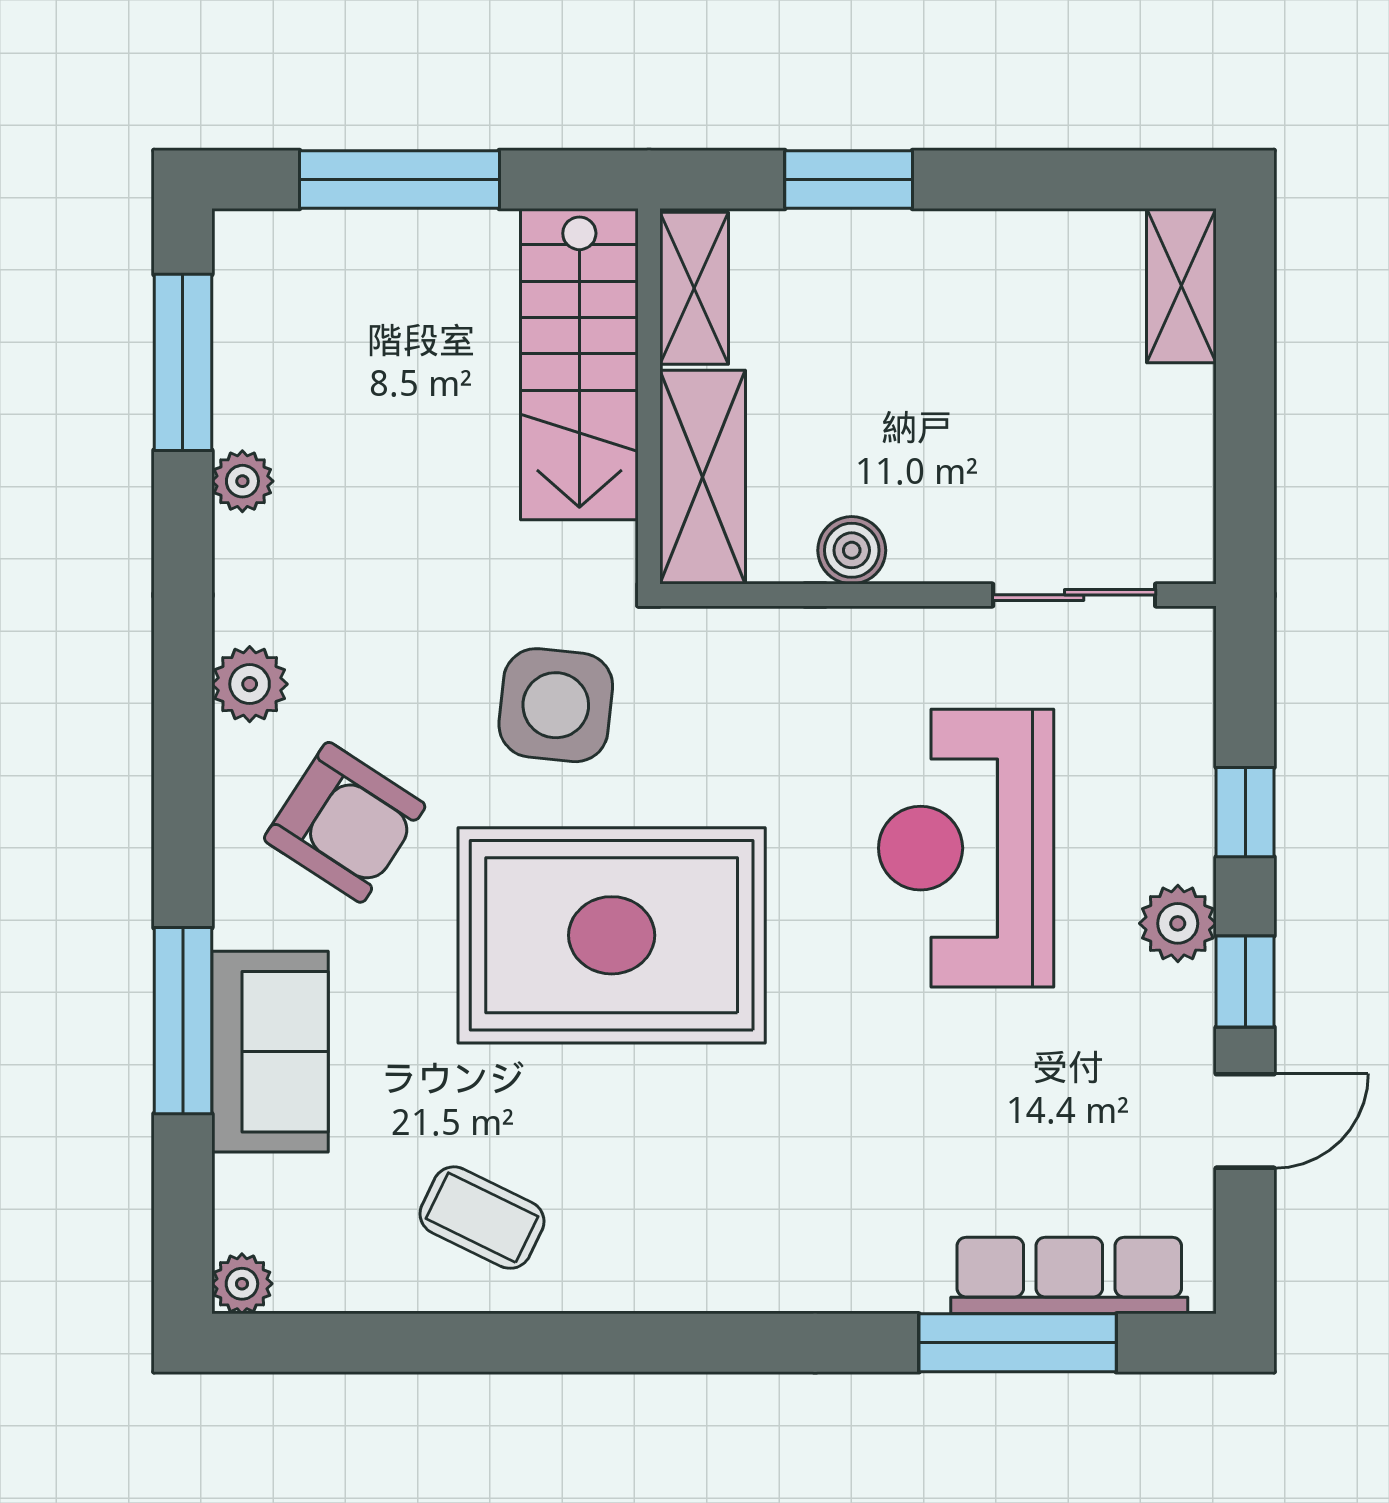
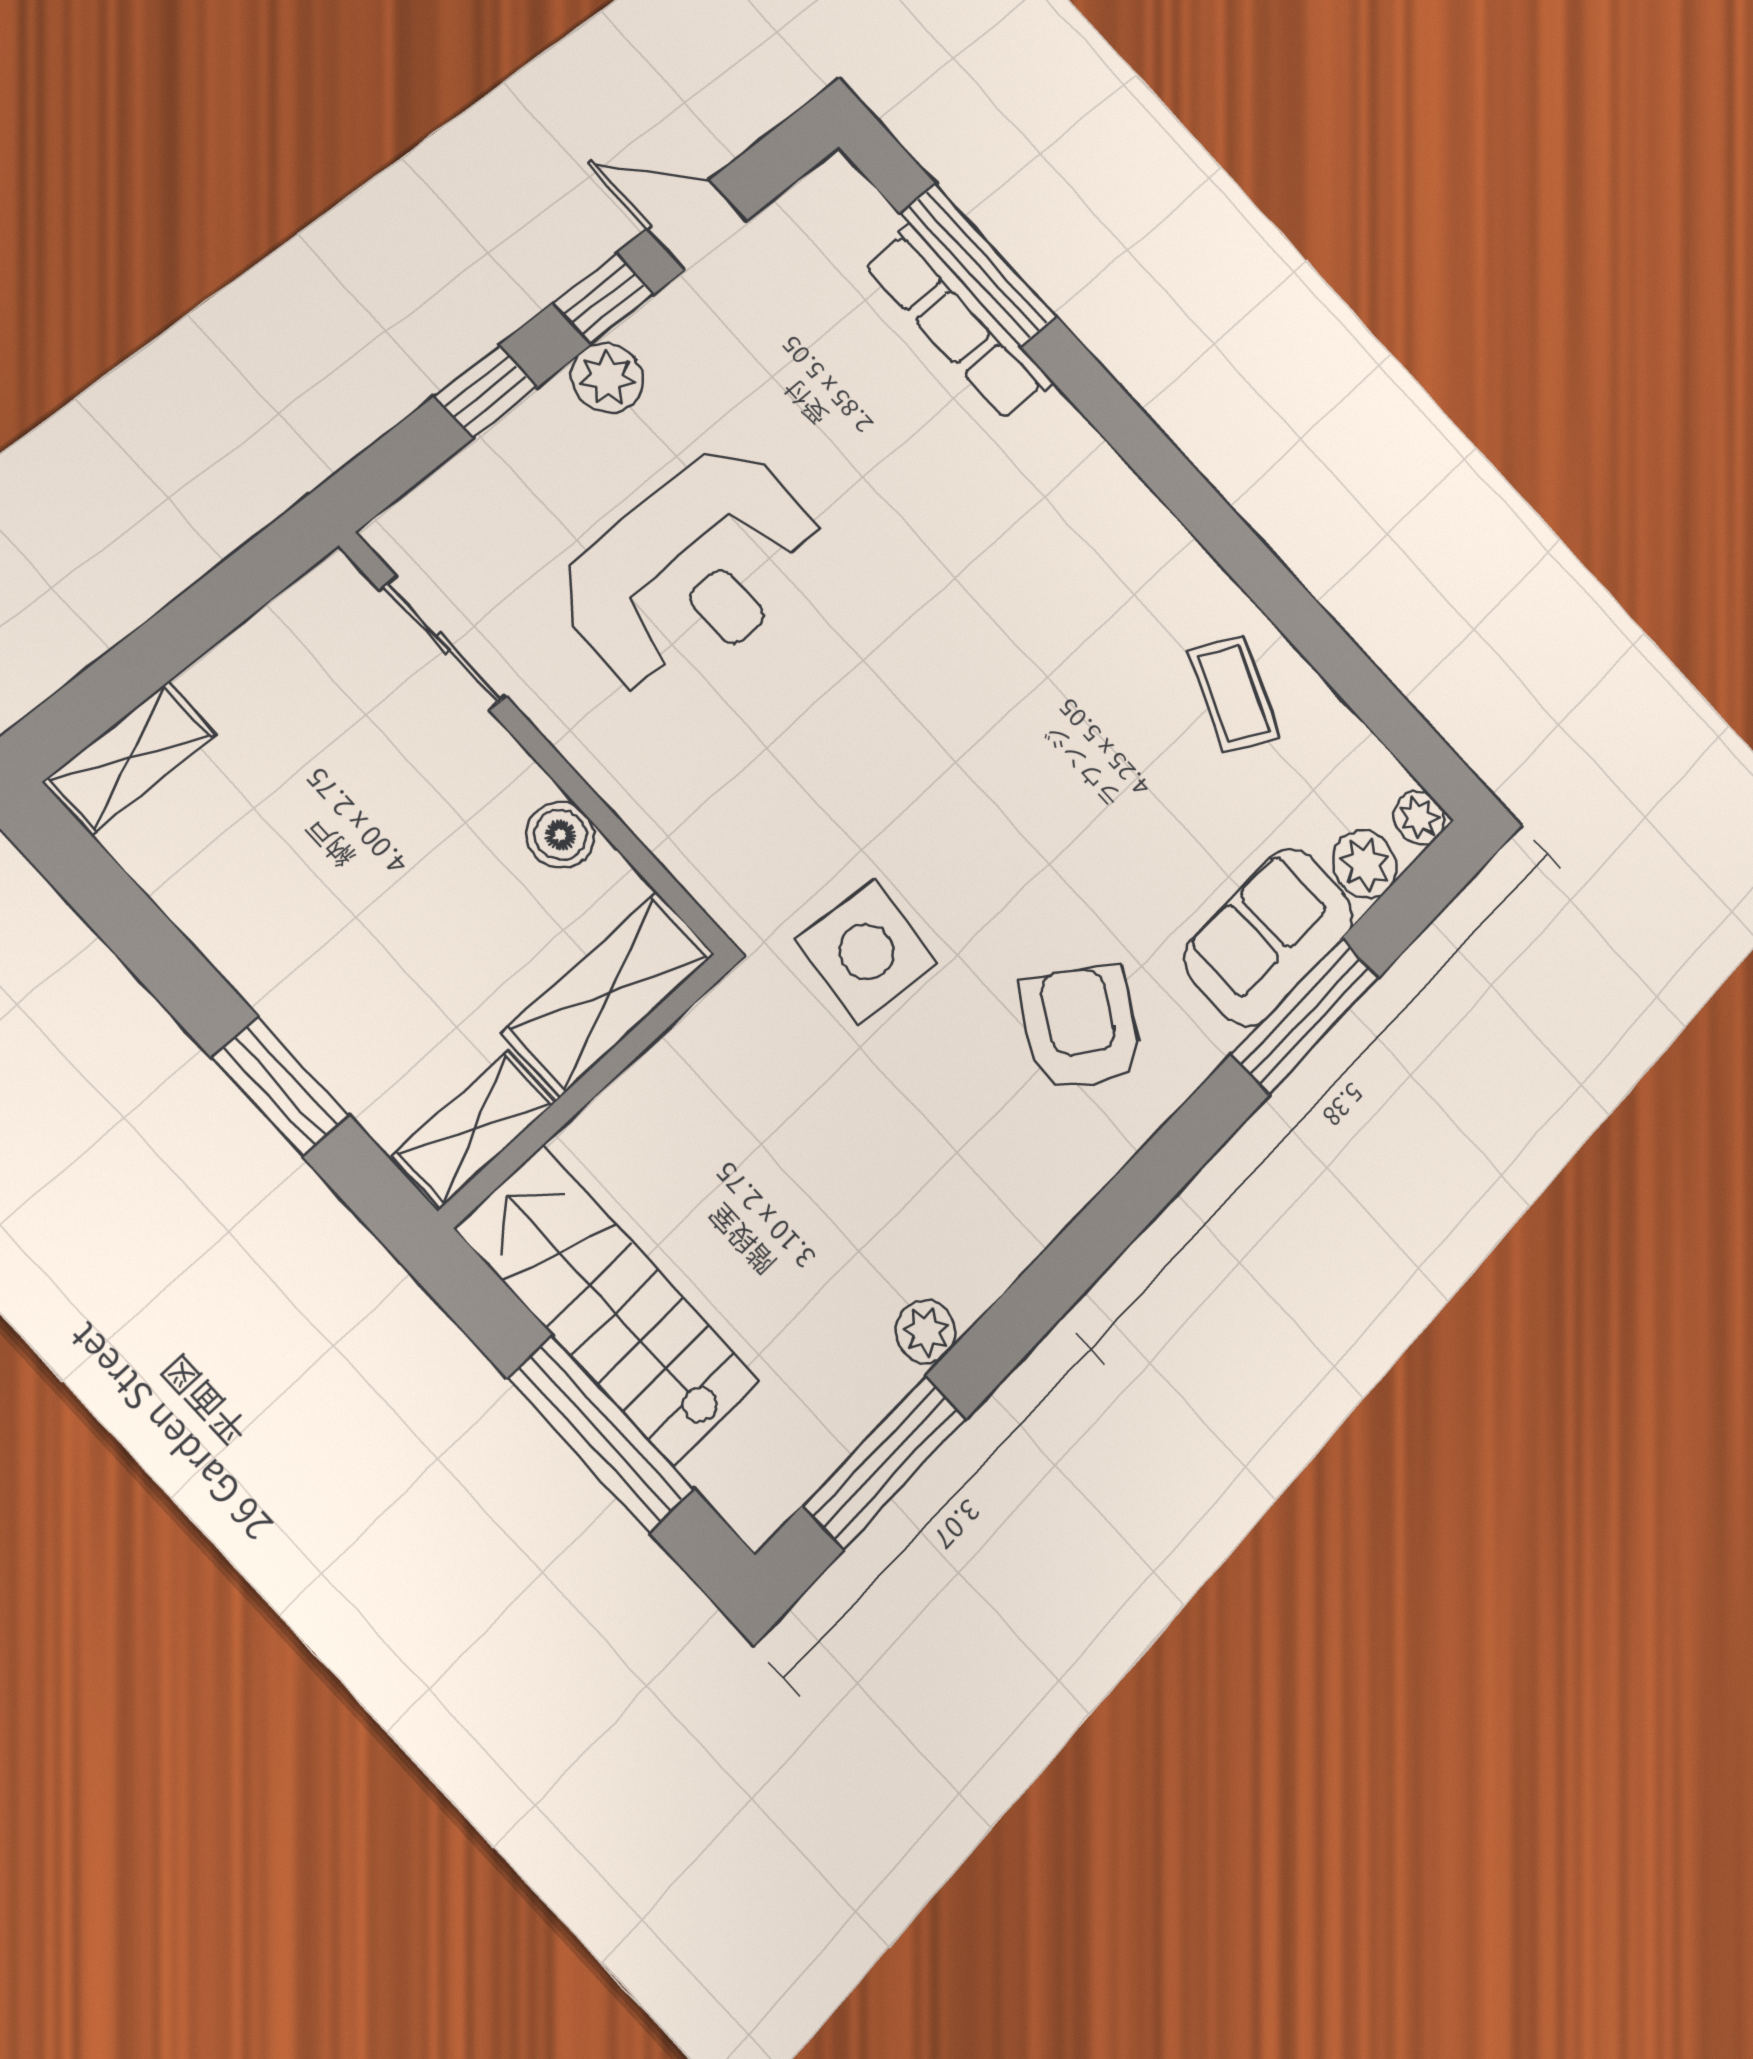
stairs: (579, 364) -> (608, 1305), moved, turned -90
plant: (250, 684) -> (1365, 864), moved
rug: (612, 935) -> (980, 769), removed
row of seats: (1069, 1276) -> (958, 323), moved

